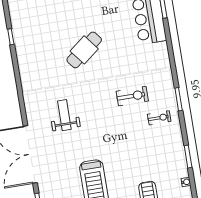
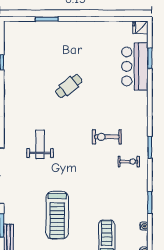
cafe table: (84, 50) -> (69, 86), width x0.73, depth x0.74
exercise bike: (132, 96) -> (107, 137), turned 180

